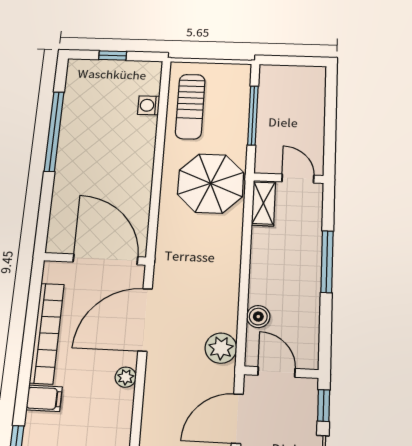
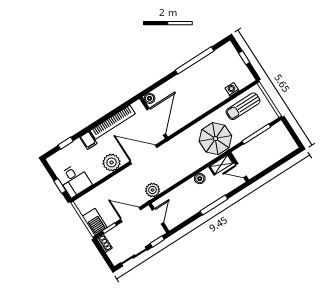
door: (298, 179) -> (241, 171), swing flipped
boiler: (57, 243) -> (150, 98), added
boiler: (258, 317) -> (200, 179), moved
plant: (126, 377) -> (112, 162), width x1.88, depth x1.88

